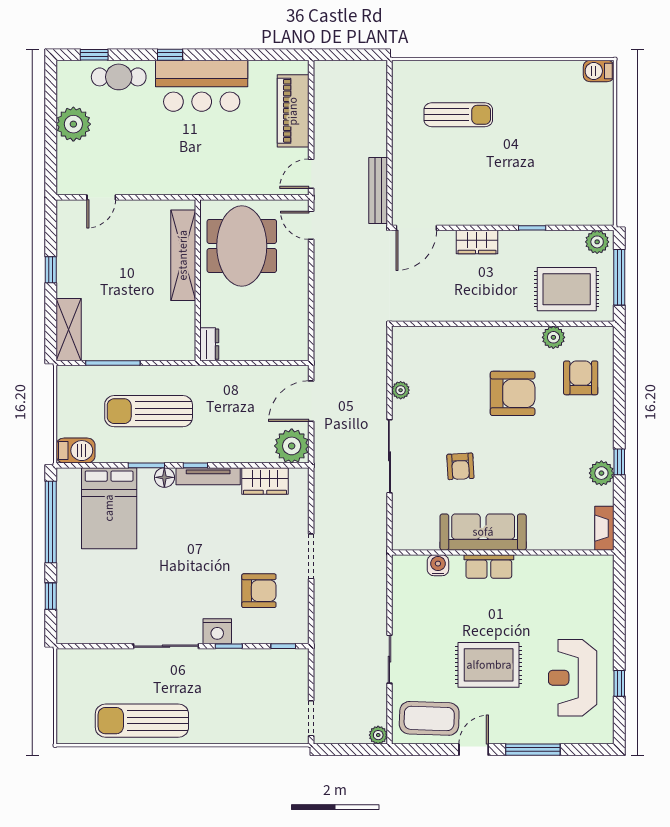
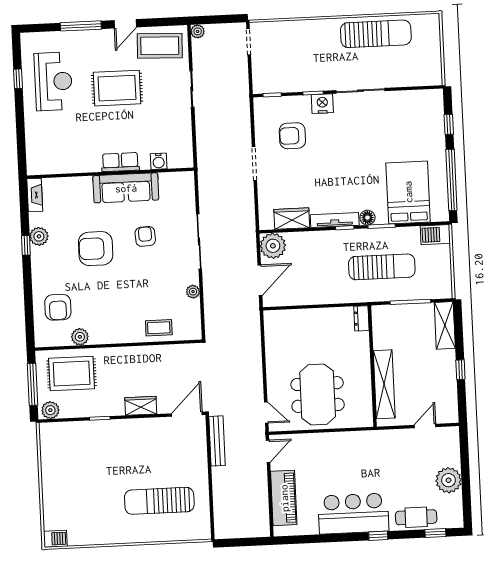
sun lounger: (458, 115) -> (159, 501), width x1.36, depth x1.34
shelving: (183, 255) -> (384, 384), moved
wall: (198, 280) -> (372, 366), moved
dresser: (209, 344) -> (361, 318), moved
coffee table: (448, 344) -> (159, 328), added
armchair: (513, 393) -> (96, 249), moved

